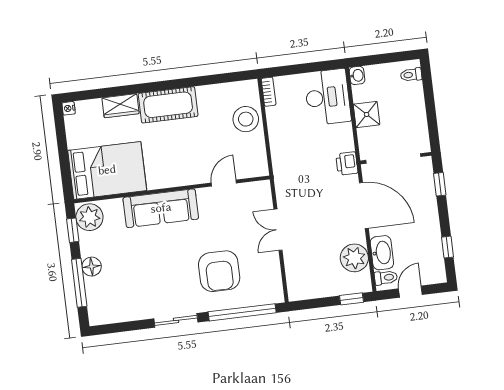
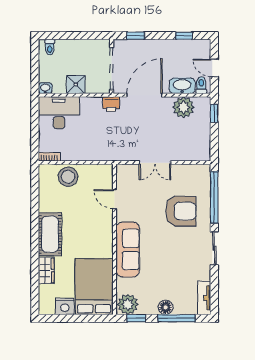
nightstand: (69, 108) -> (65, 306), moved, width x1.89, depth x1.79
tv unit: (110, 315) -> (204, 298), added

